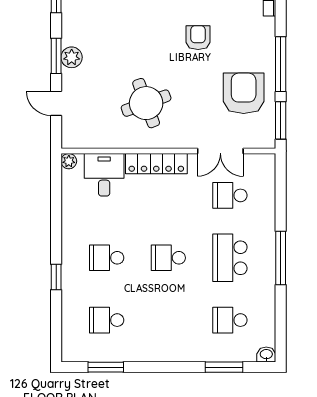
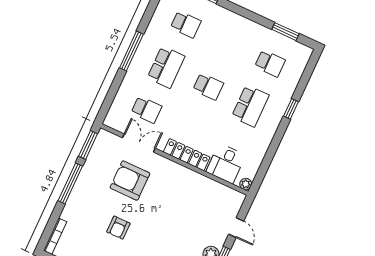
armchair: (244, 93) -> (130, 181), moved, turned 90
round table: (146, 103) -> (175, 199), removed
school desk: (107, 258) -> (250, 106), width x1.85

